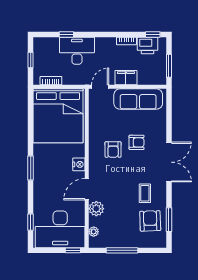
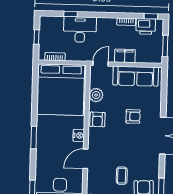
armchair: (113, 149) -> (97, 119), moved
coffee table: (145, 193) -> (122, 176), moved
plant: (96, 209) -> (96, 95), moved

